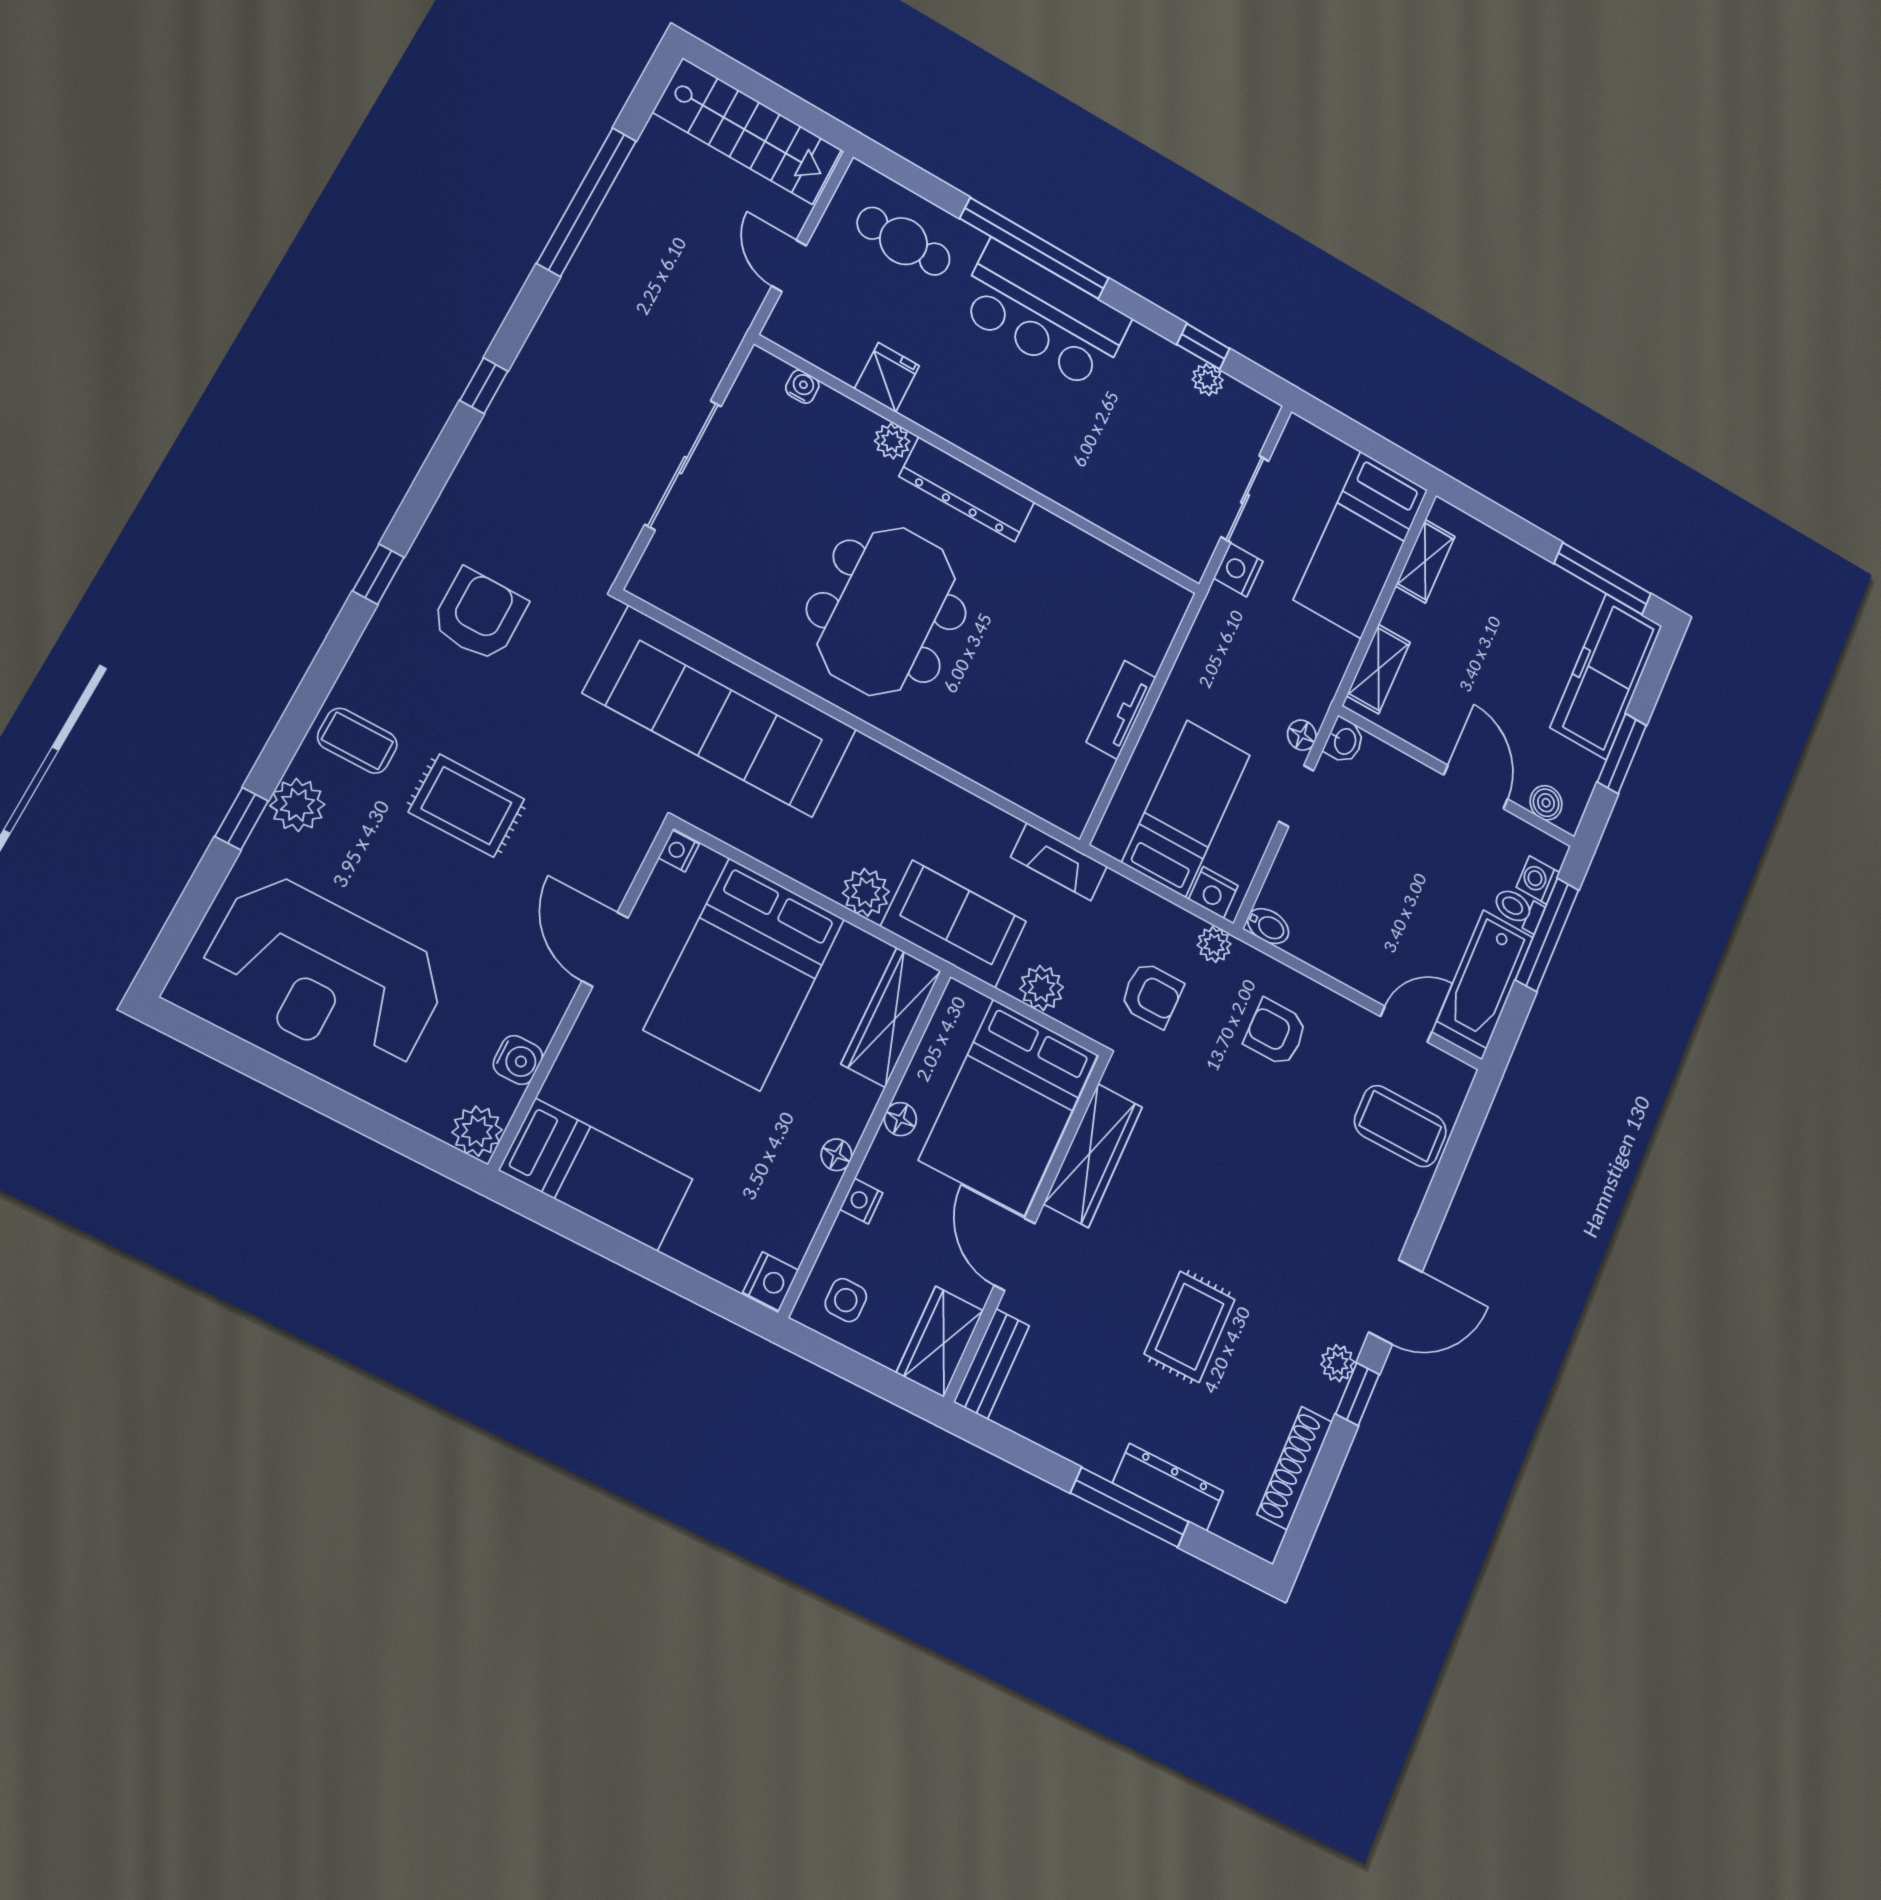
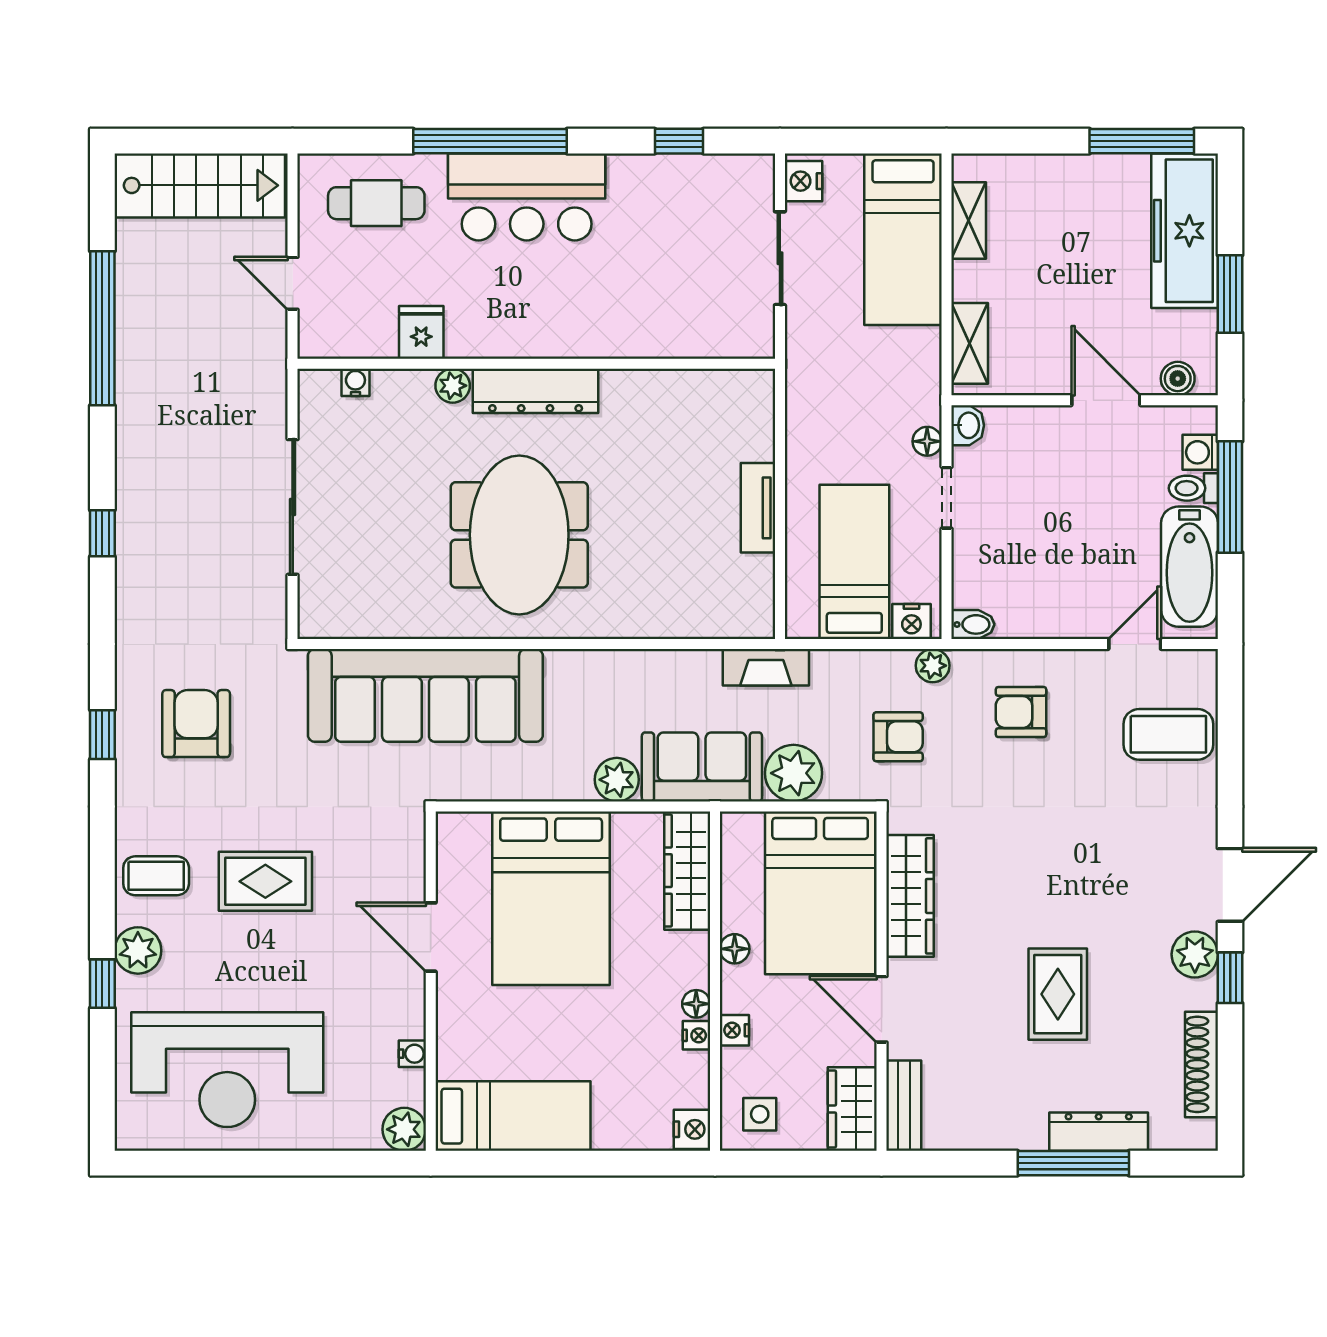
plant: (1208, 380) -> (697, 169), removed
nightstand: (1238, 570) -> (803, 181), moved
nightstand: (679, 851) -> (697, 1035), moved, turned 180
plant: (1042, 988) -> (794, 773), width x1.36, depth x1.36
water cooler: (518, 1060) -> (412, 1054), width x0.72, depth x0.72
plant: (1338, 1363) -> (1195, 954), width x1.38, depth x1.38

